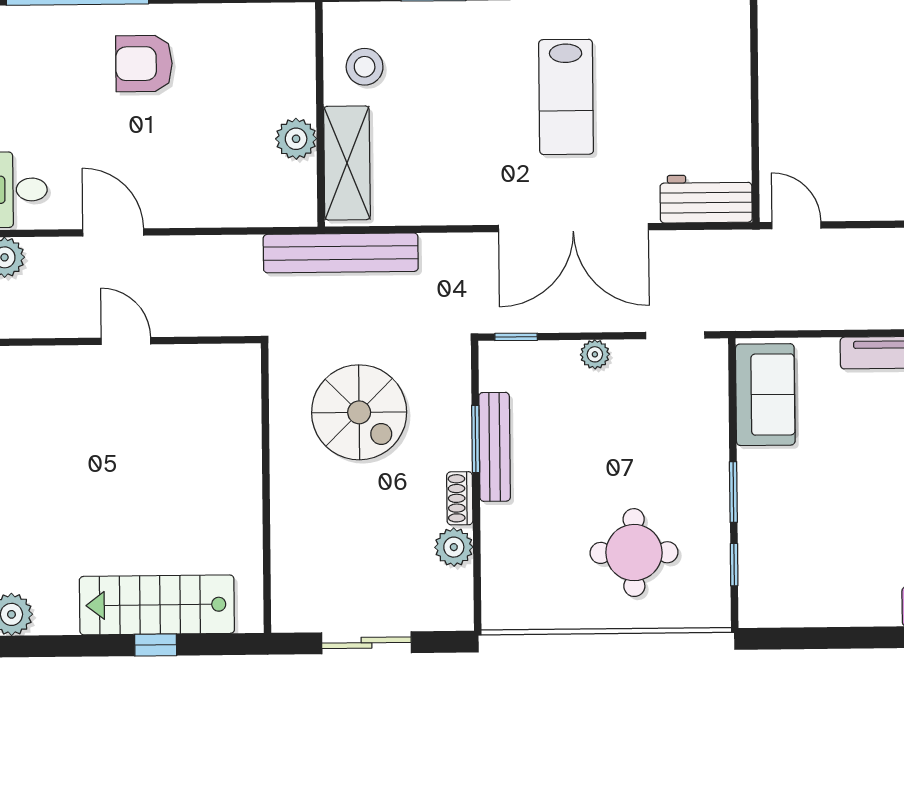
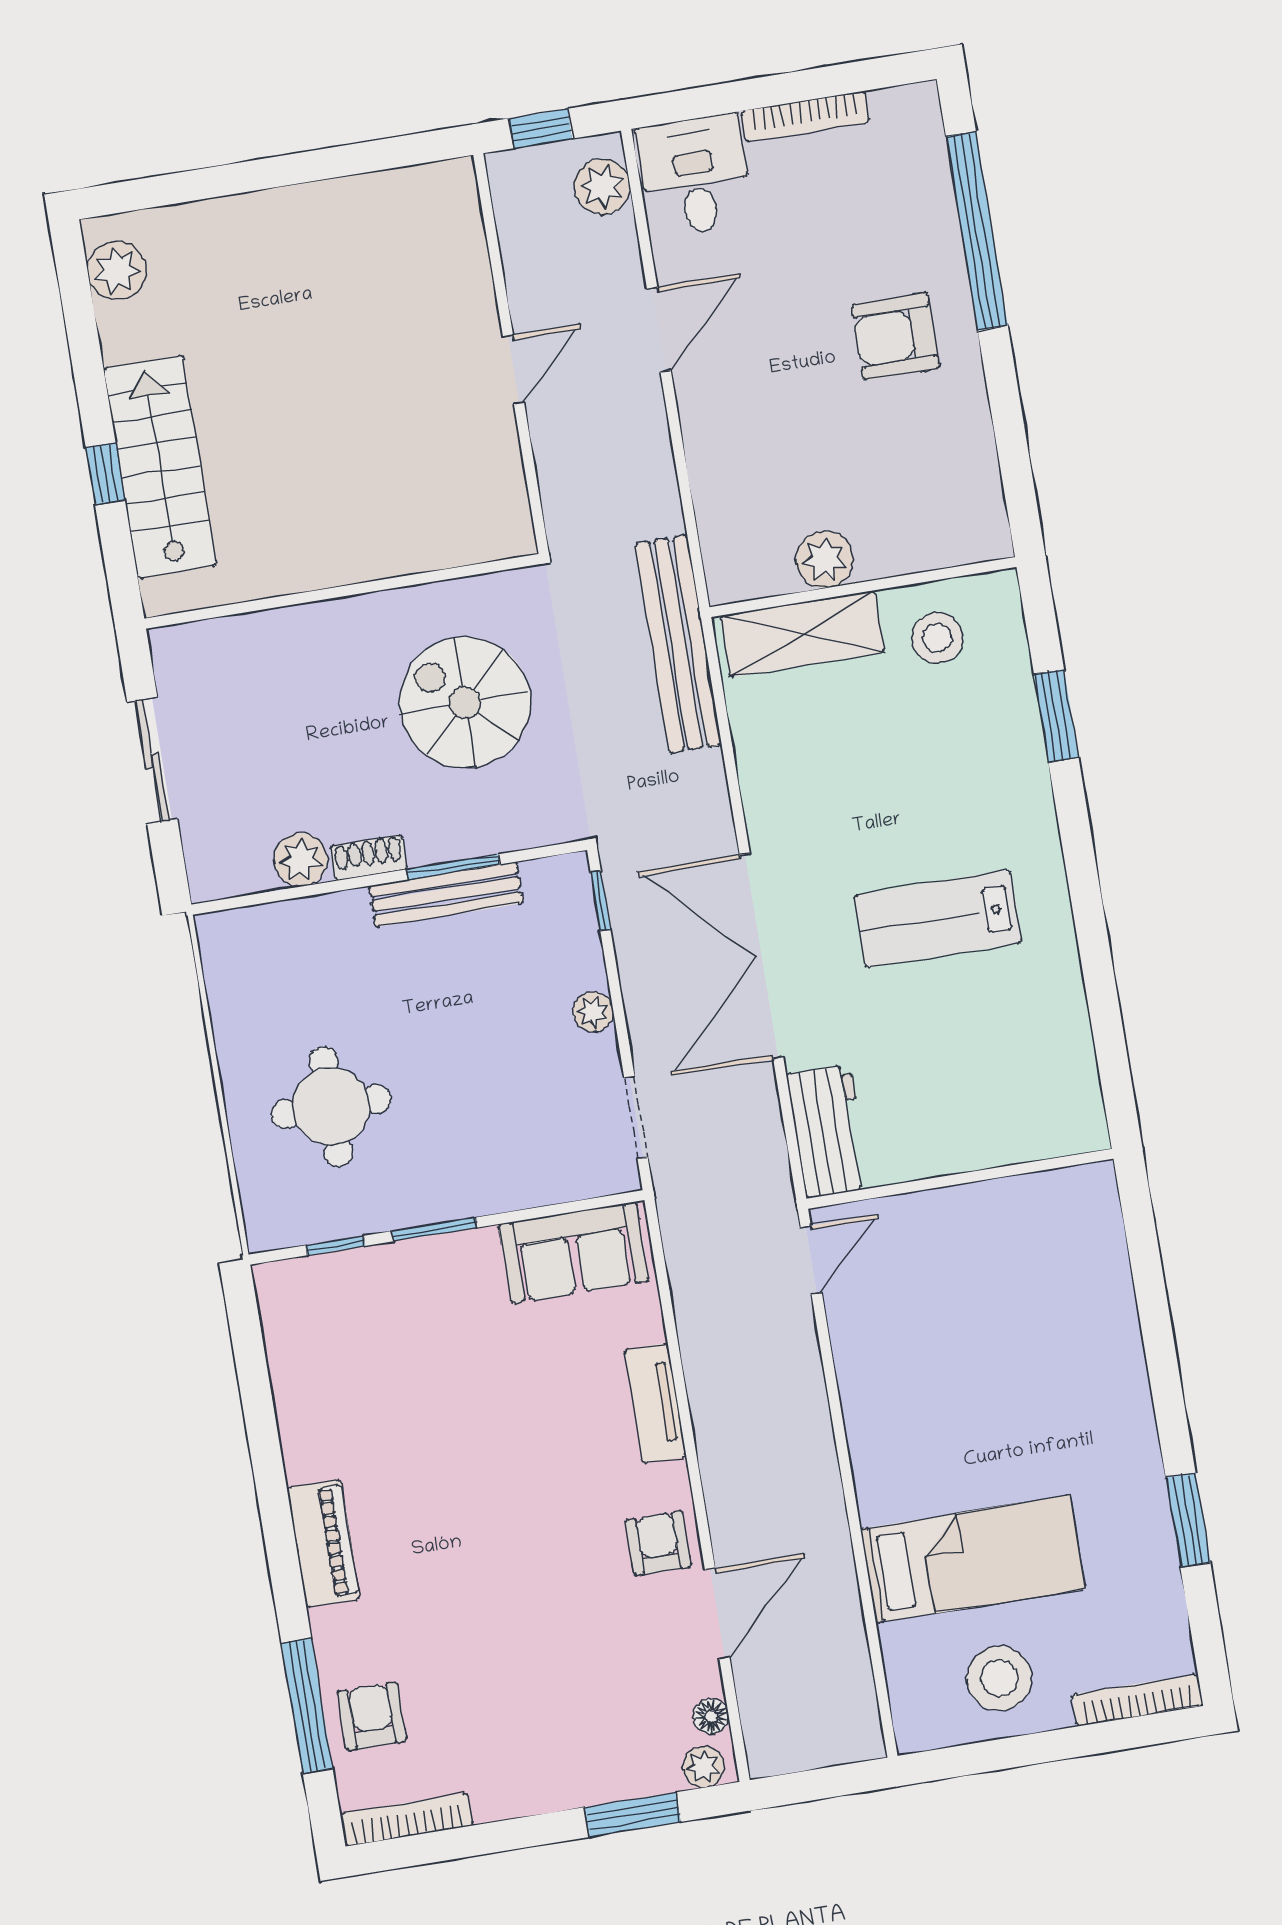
armchair: (144, 64) -> (896, 336), turned -90
spiral stairs: (359, 412) -> (465, 702), turned 90

